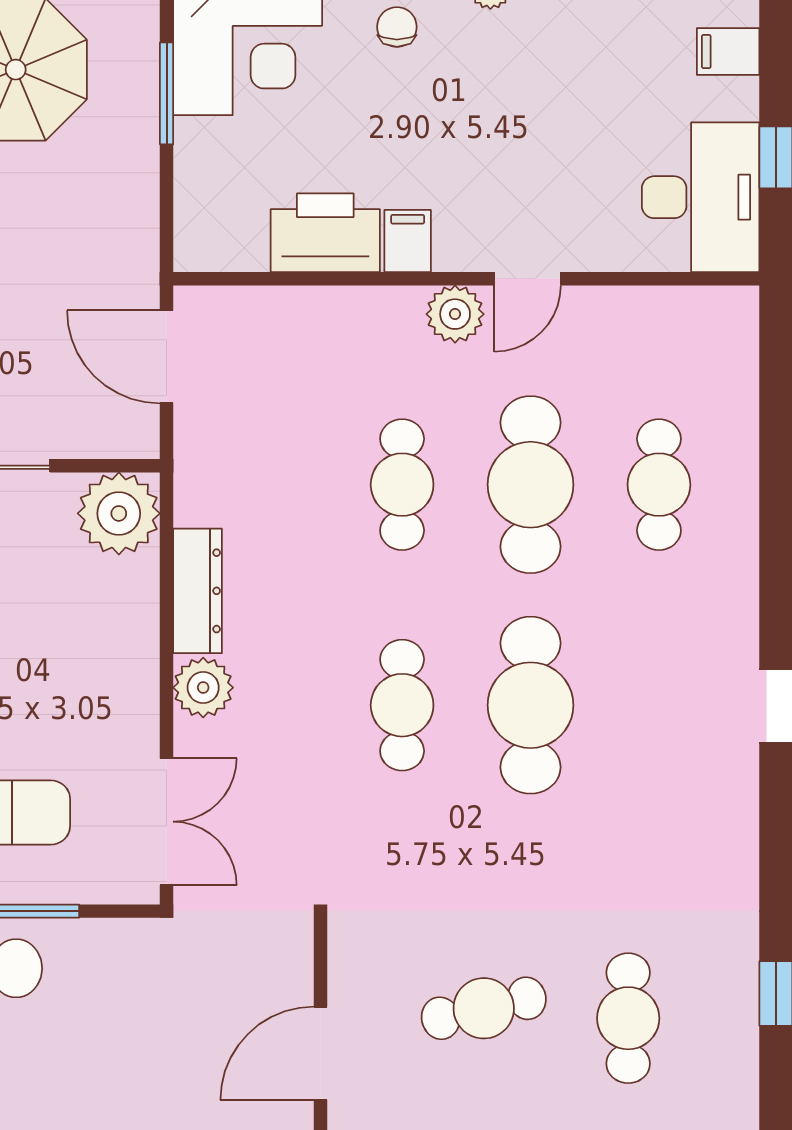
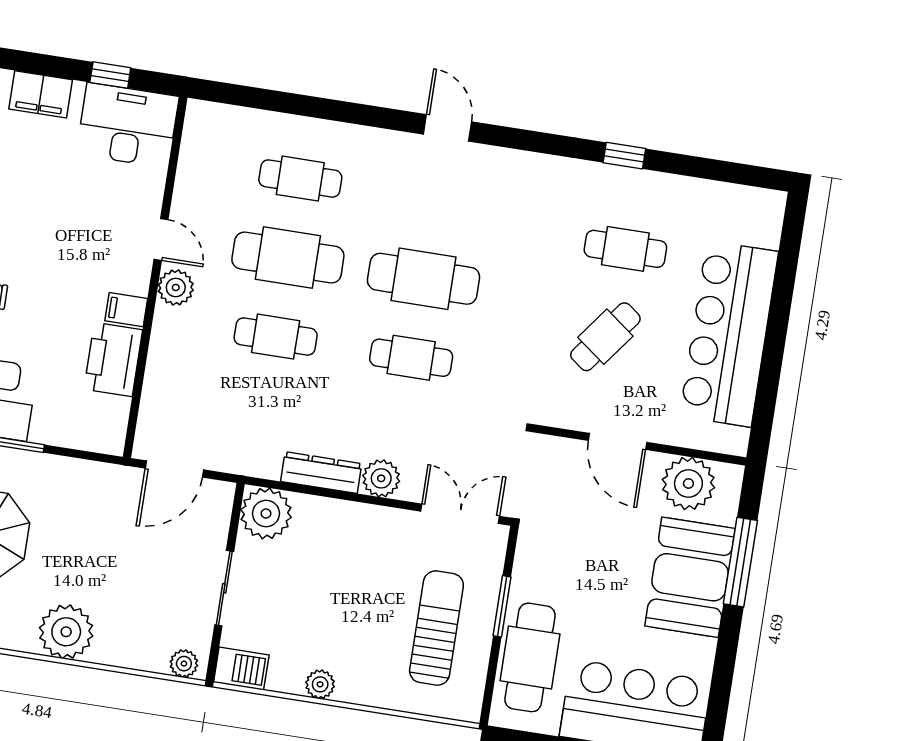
filing cabinet: (728, 52) -> (41, 94), width x2.00
cafe table: (484, 1008) -> (605, 337), turned 50

